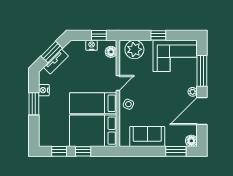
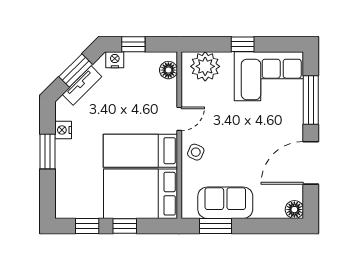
window: (99, 35) -> (133, 44), moved
nightstand: (92, 45) -> (115, 60), moved
plant: (193, 92) -> (296, 133), removed
window: (176, 151) -> (215, 226), moved

